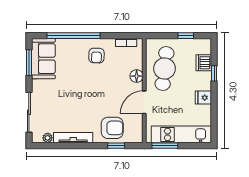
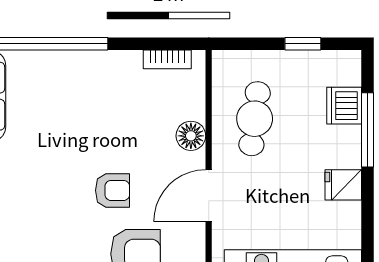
armchair: (96, 56) -> (113, 190), moved, turned -92
cafe table: (164, 69) -> (255, 119), width x0.73, depth x0.74
window: (214, 73) -> (367, 130), width x2.17

